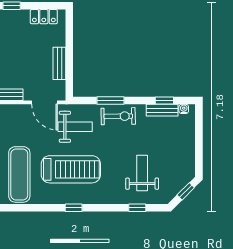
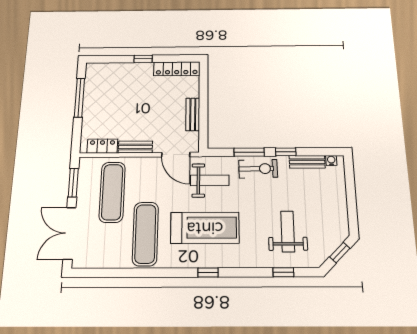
locker: (44, 17) -> (177, 69), width x1.53
window: (164, 101) -> (286, 152), moved

